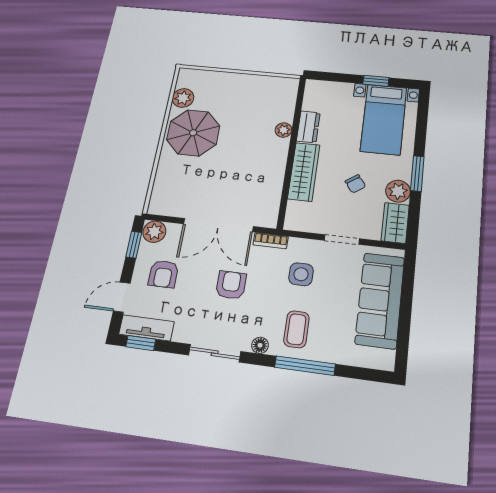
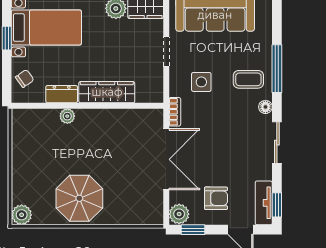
plant: (183, 98) -> (22, 215), moved
chair: (355, 184) -> (25, 79), moved
armchair: (231, 285) -> (218, 139), removed

